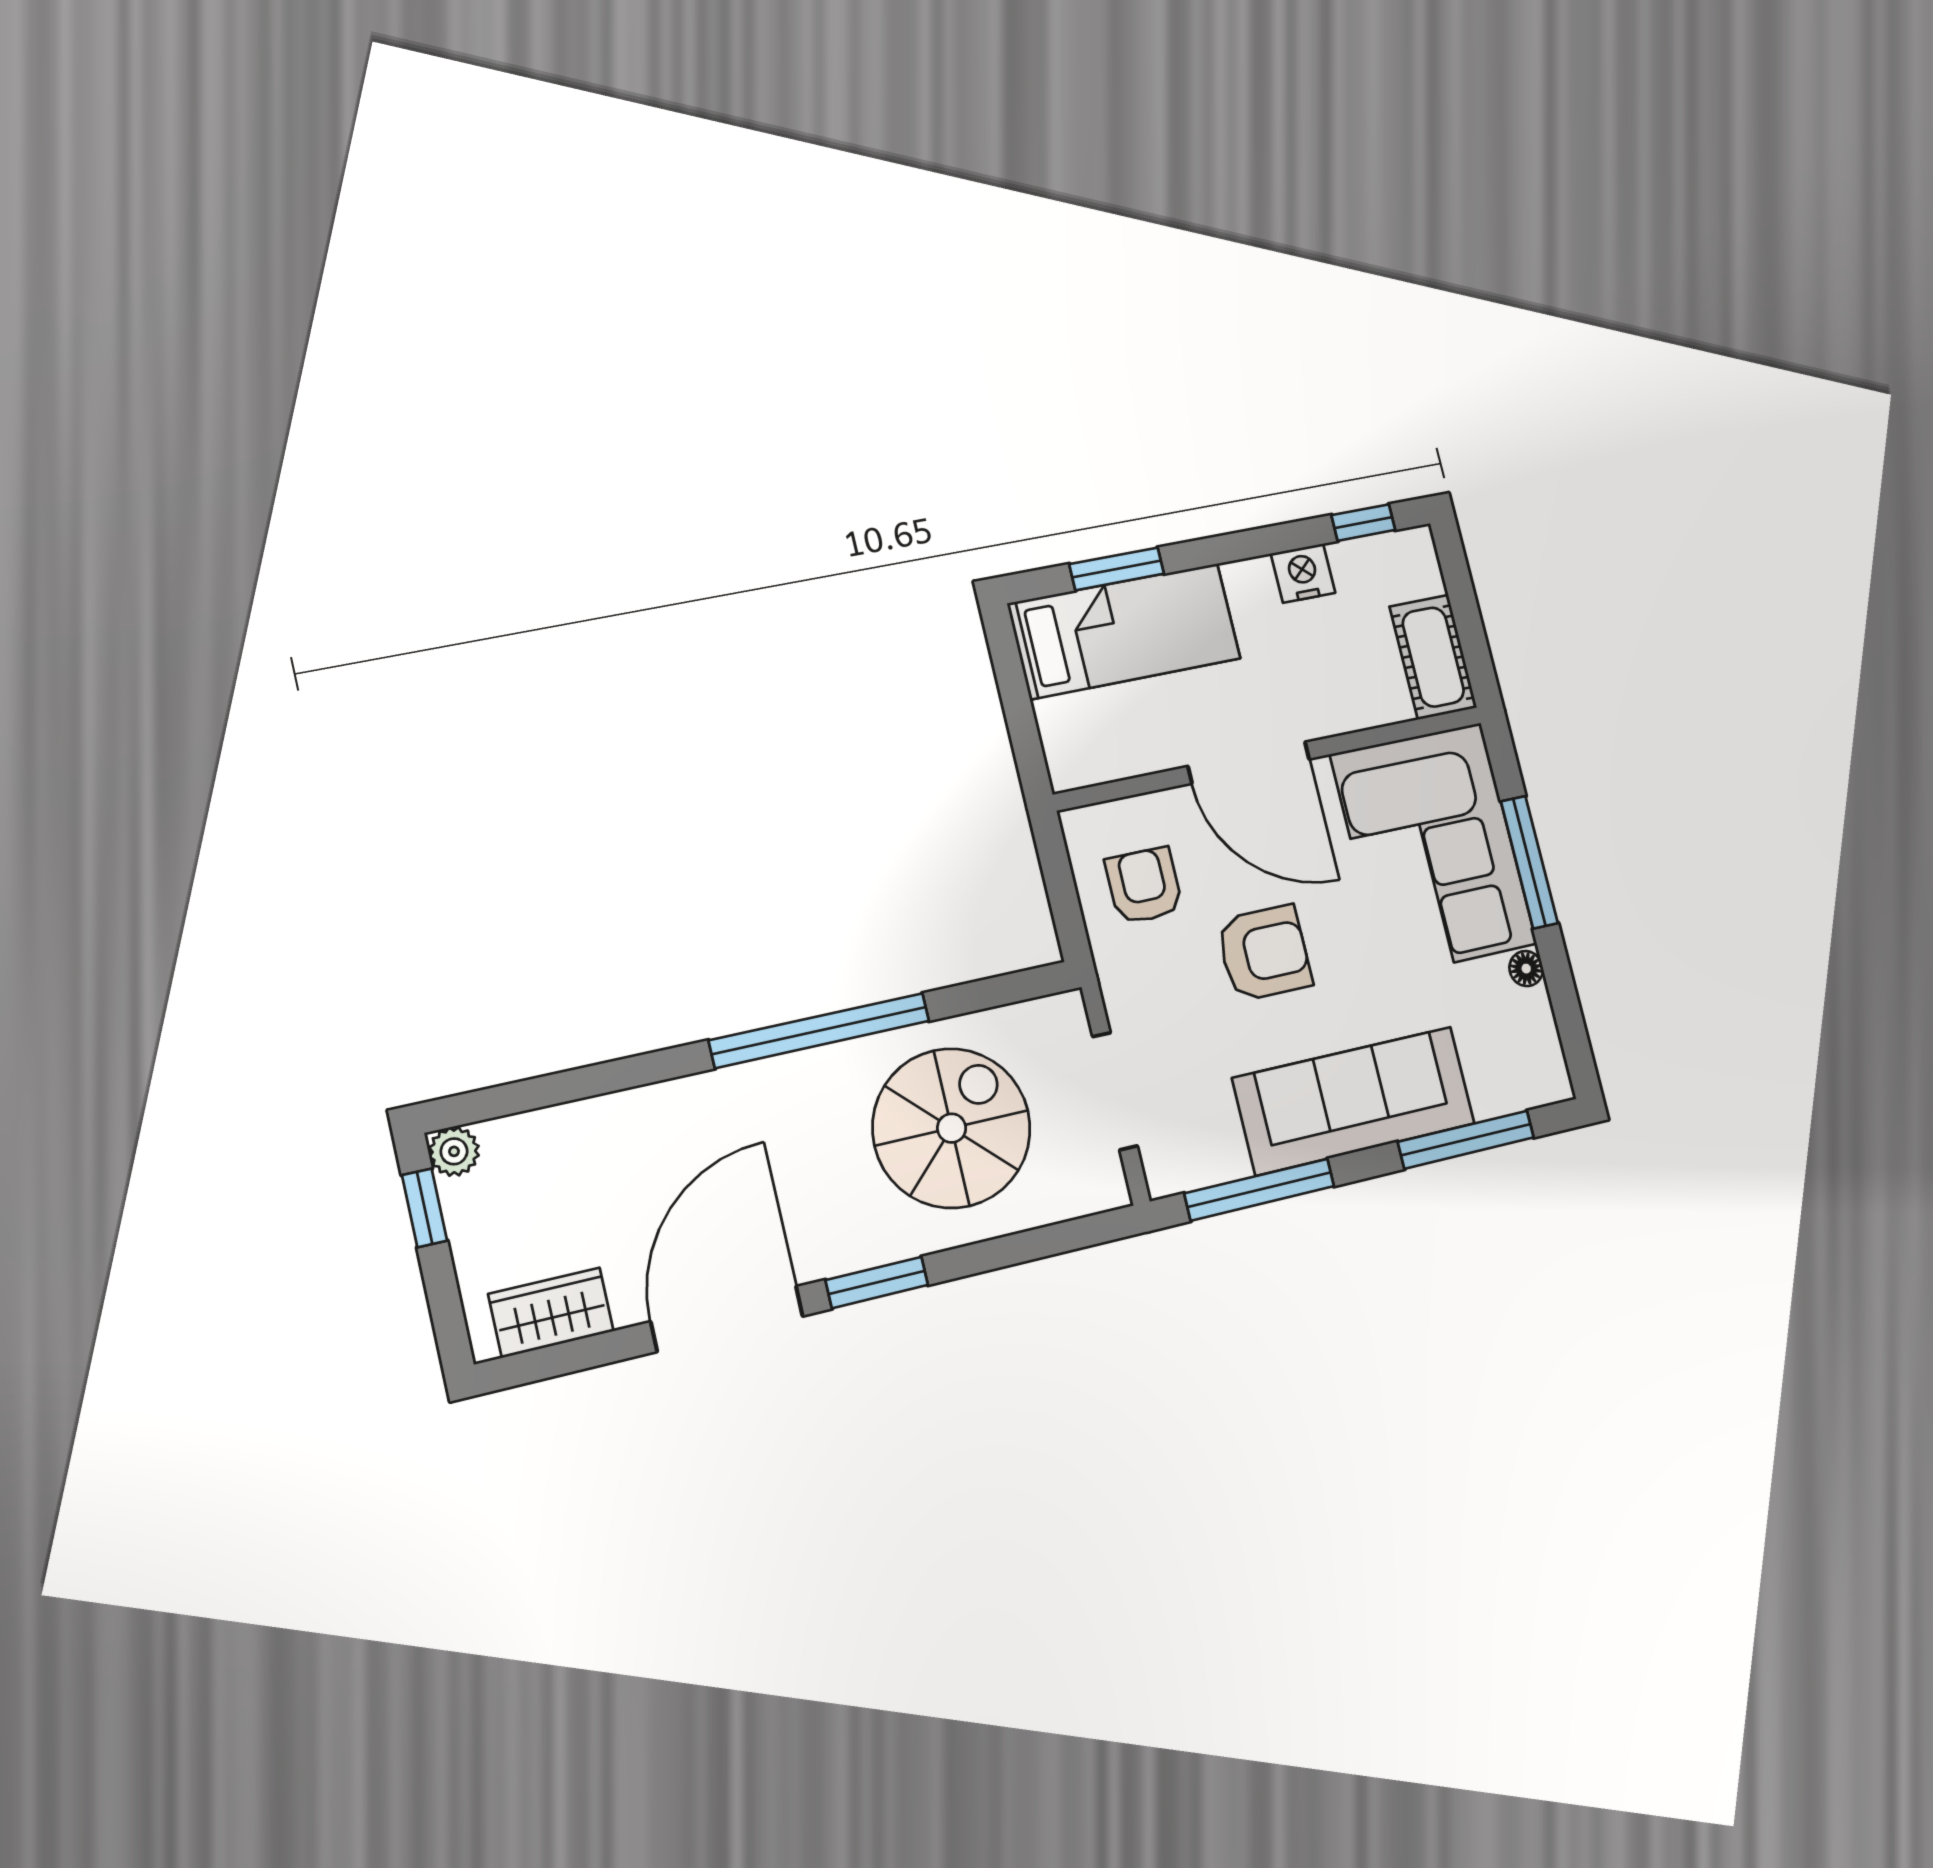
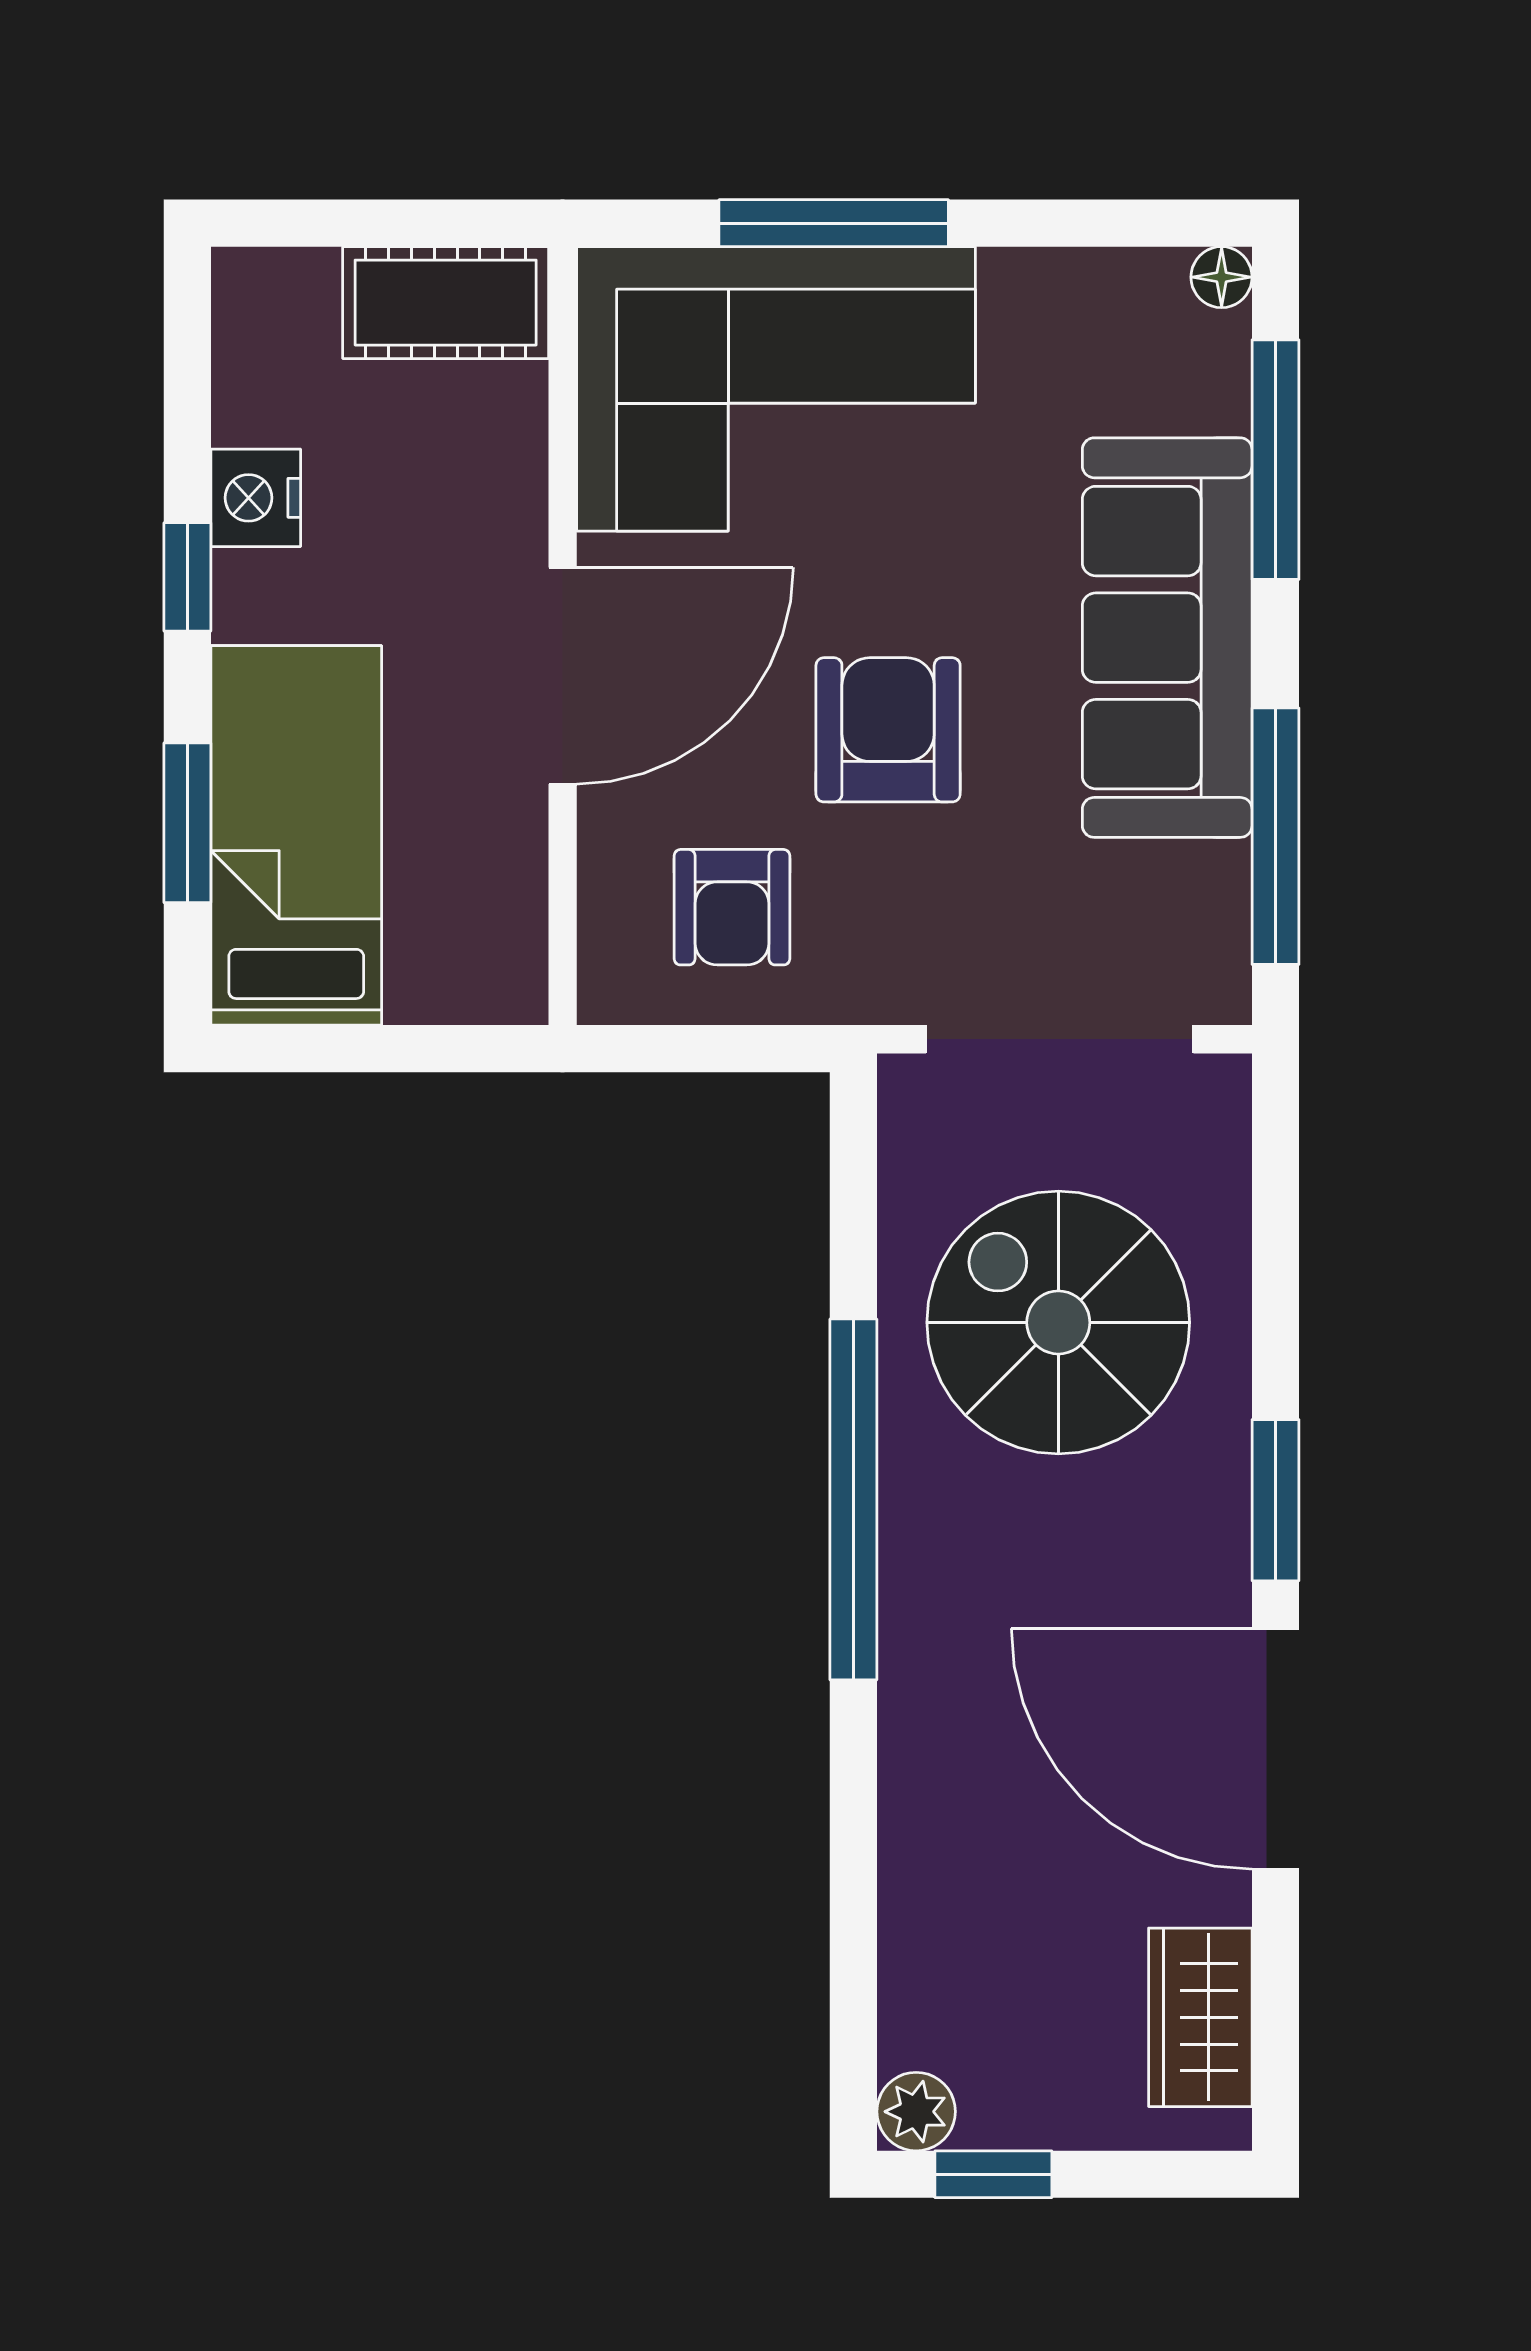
window: (1363, 523) -> (187, 577), moved
armchair: (1144, 886) -> (732, 907), turned -90
floor lamp: (1526, 969) -> (1222, 277), moved
doorway: (1115, 1091) -> (1060, 1039), width x1.36

